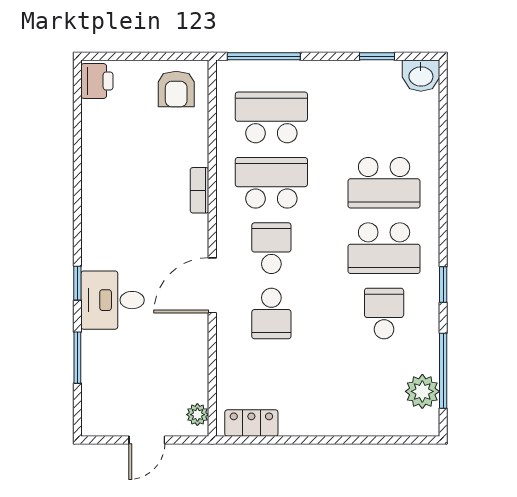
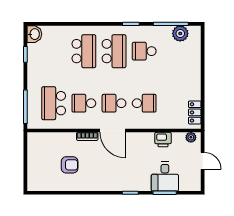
printer: (97, 81) -> (163, 140), moved, turned 180
armchair: (176, 89) -> (70, 165), moved
school desk: (271, 183) -> (84, 103), width x0.54
door: (212, 285) -> (113, 130), moved
desk: (113, 300) -> (165, 177), moved

